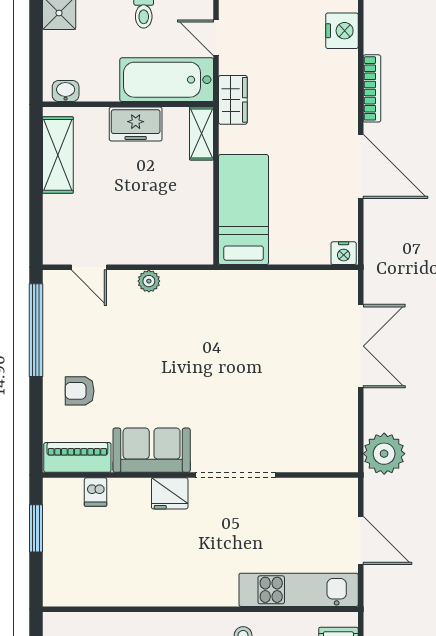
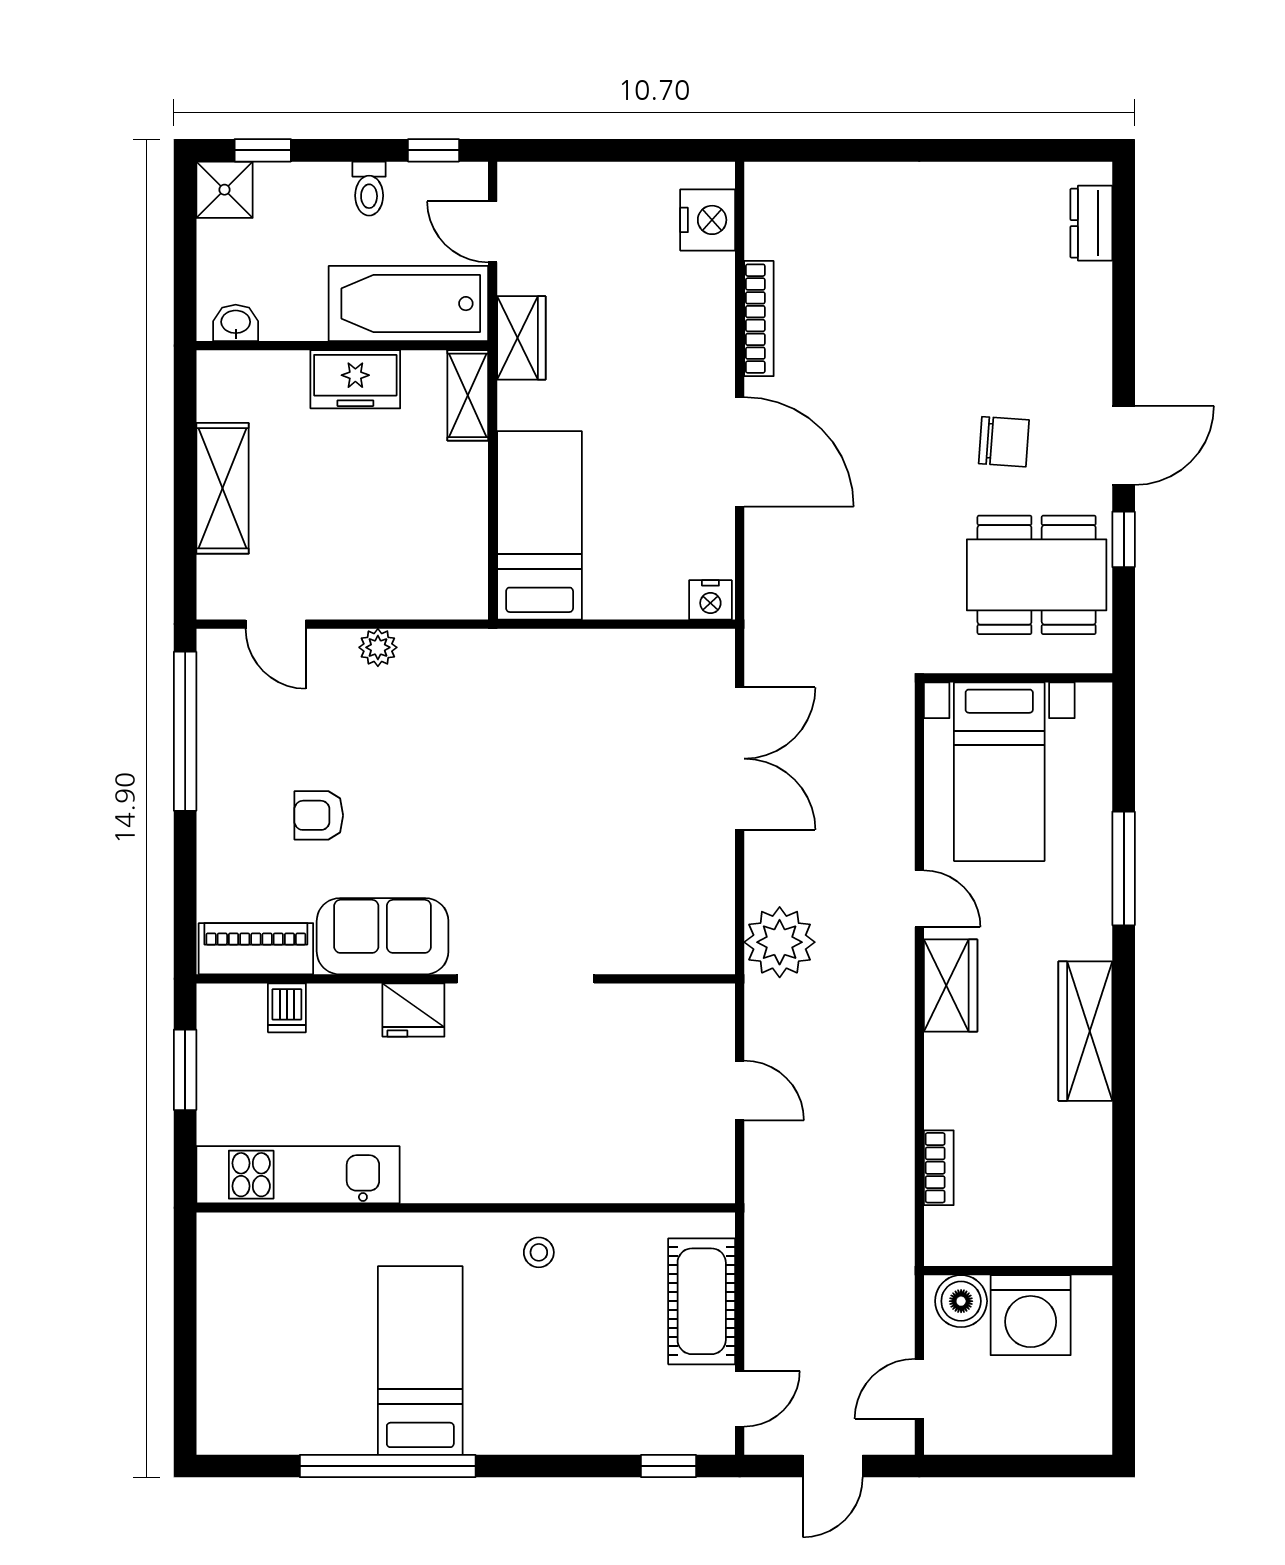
shelving: (58, 155) -> (222, 488), moved
armchair: (80, 391) -> (319, 815), moved
door: (361, 541) -> (740, 1090), width x0.73
kitchen unit: (299, 590) -> (298, 1175), moved

